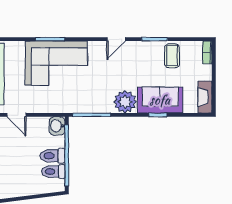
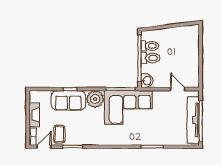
door: (116, 39) -> (44, 147), moved
corner sofa: (56, 63) -> (128, 107), moved, turned 180
fireplace: (205, 97) -> (34, 115), moved

